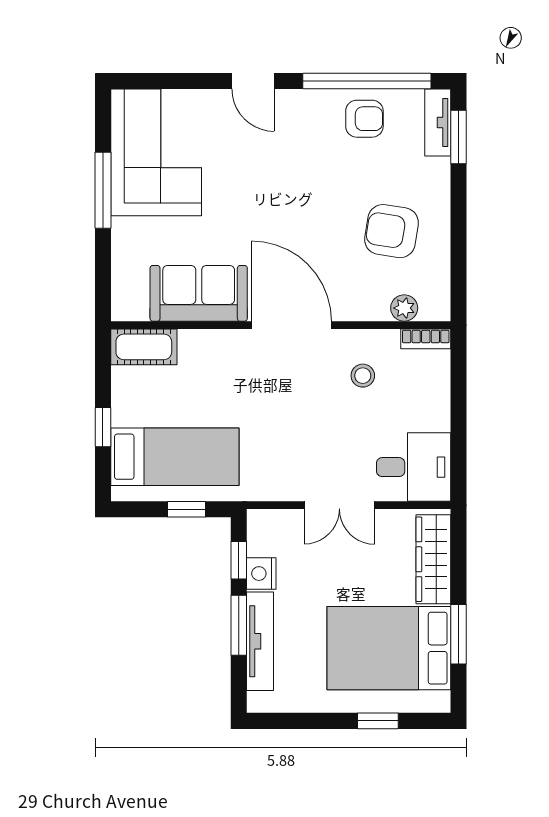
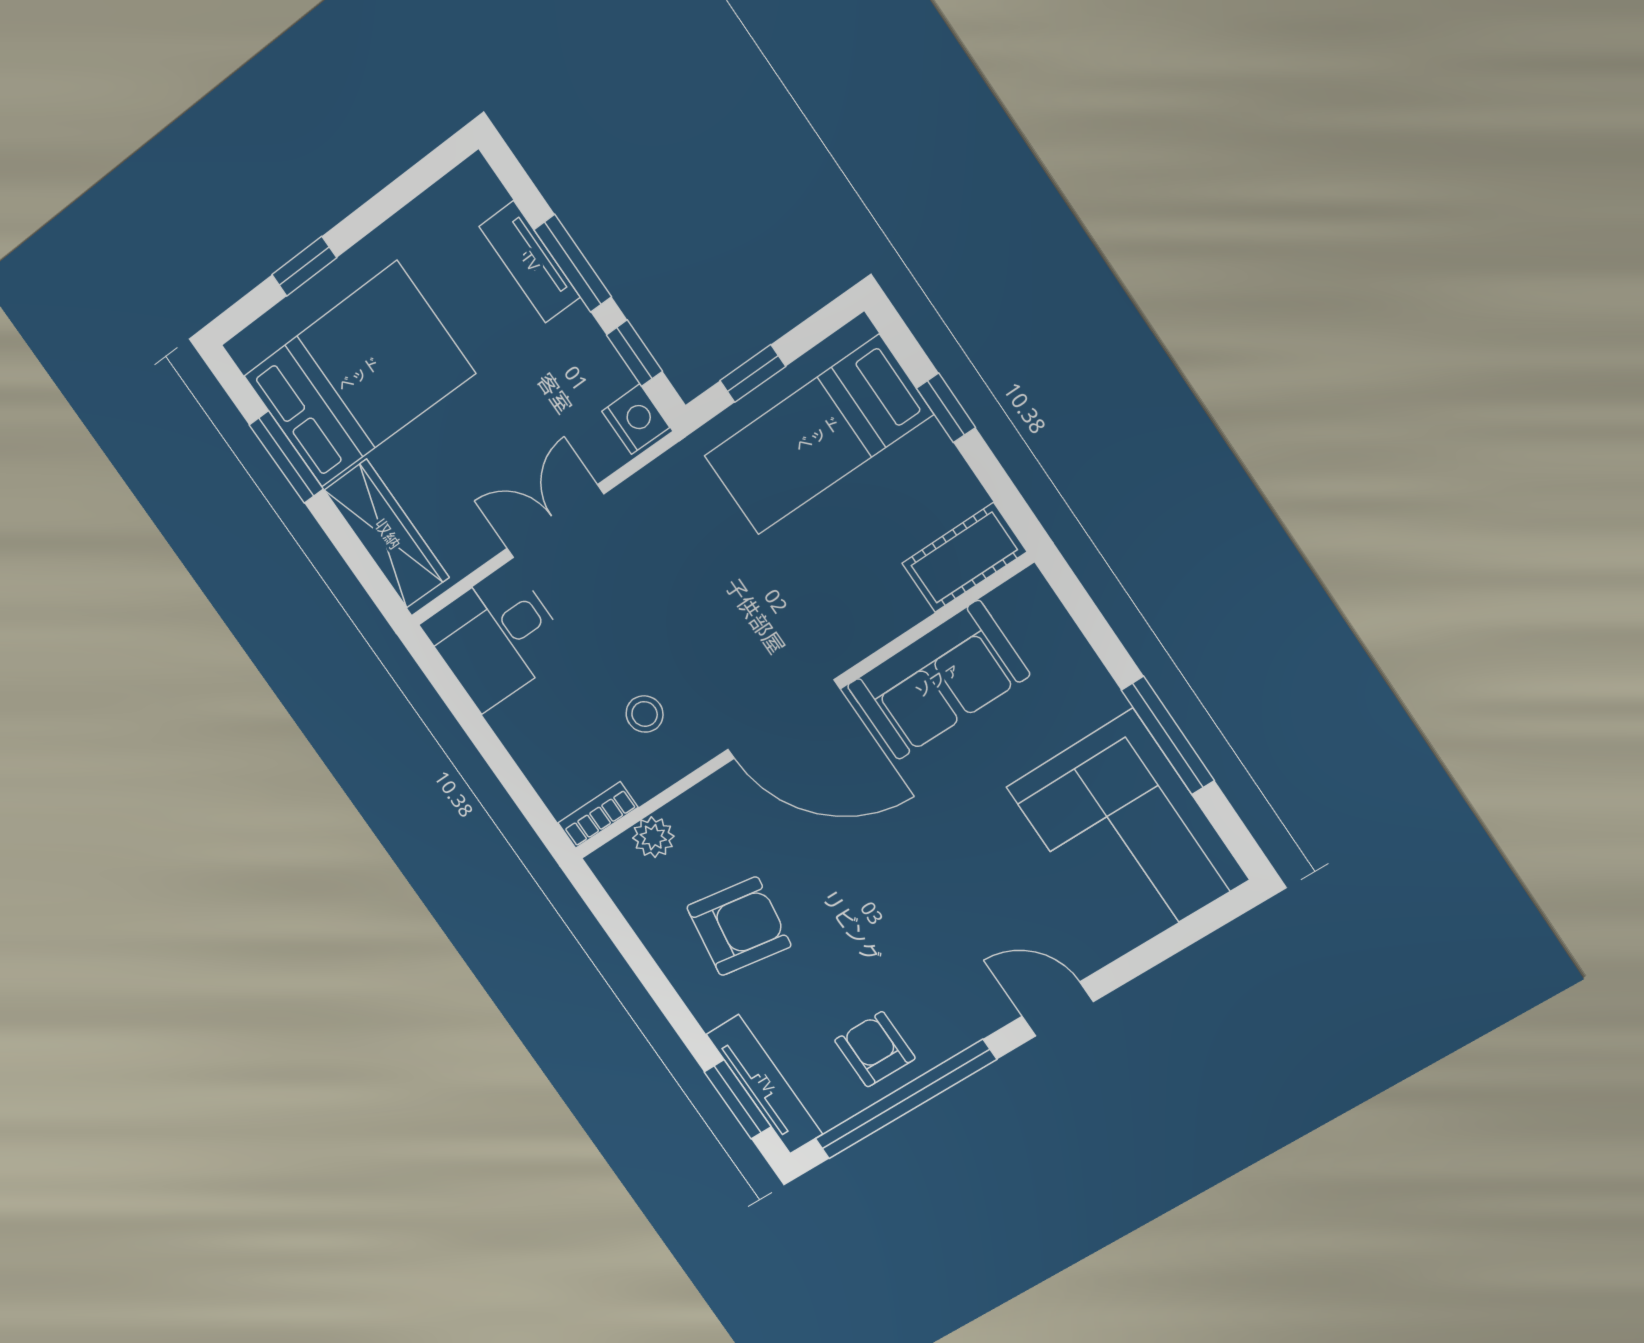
armchair: (364, 119) -> (875, 1049), turned 90
tv unit: (438, 122) -> (765, 1084), width x1.41
nightstand: (261, 574) -> (636, 419), moved
tv unit: (260, 641) -> (530, 262), width x0.71

